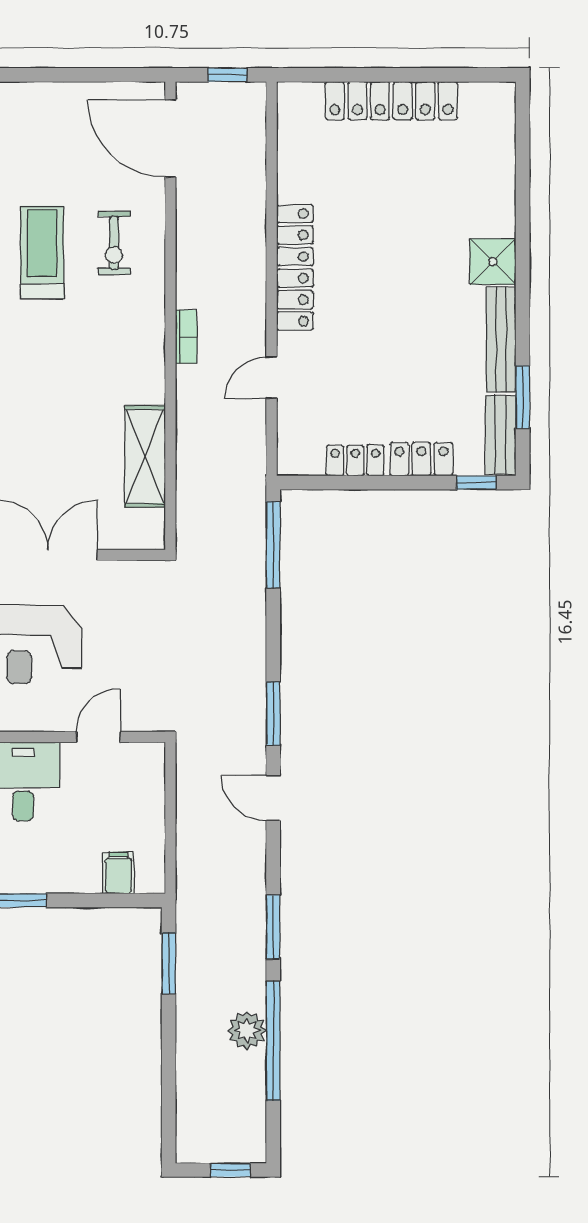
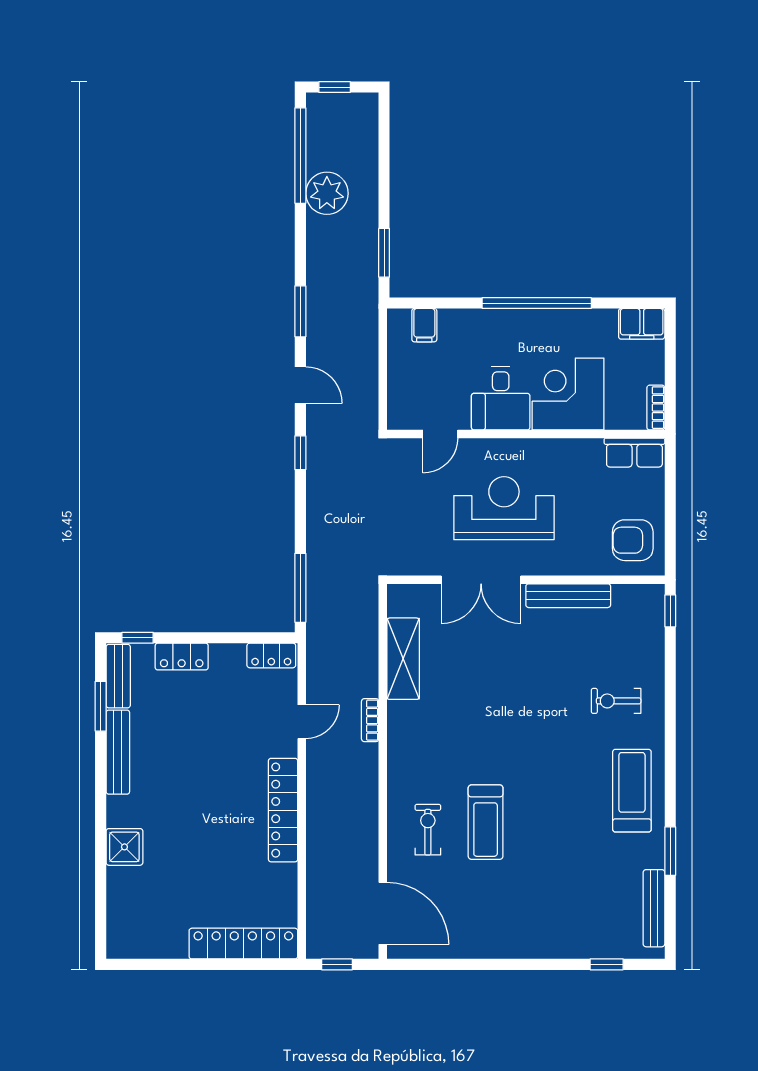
locker: (391, 101) -> (243, 944), moved
shower: (493, 262) -> (124, 847), moved
bookcase: (186, 337) -> (370, 720), moved
locker: (355, 460) -> (271, 655), moved
window: (273, 714) -> (300, 453), width x0.67
window: (273, 927) -> (300, 311), moved
plant: (247, 1030) -> (327, 193), width x1.36, depth x1.36
window: (273, 1041) -> (300, 156), moved

